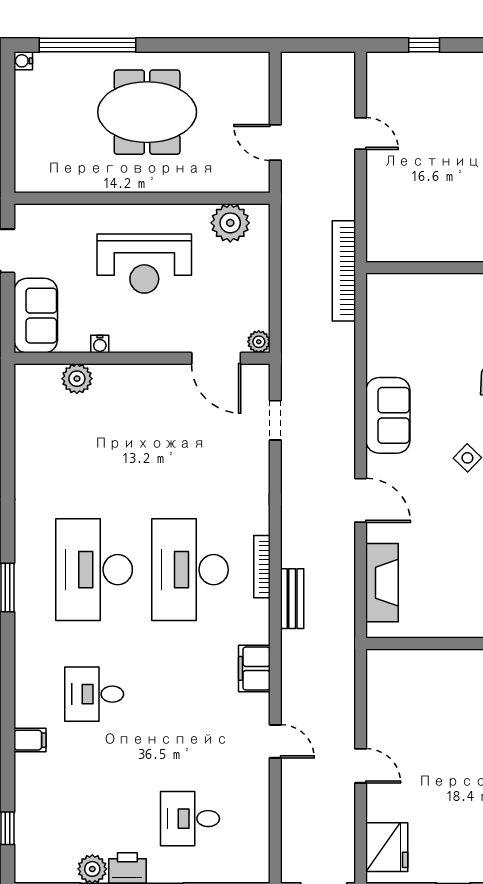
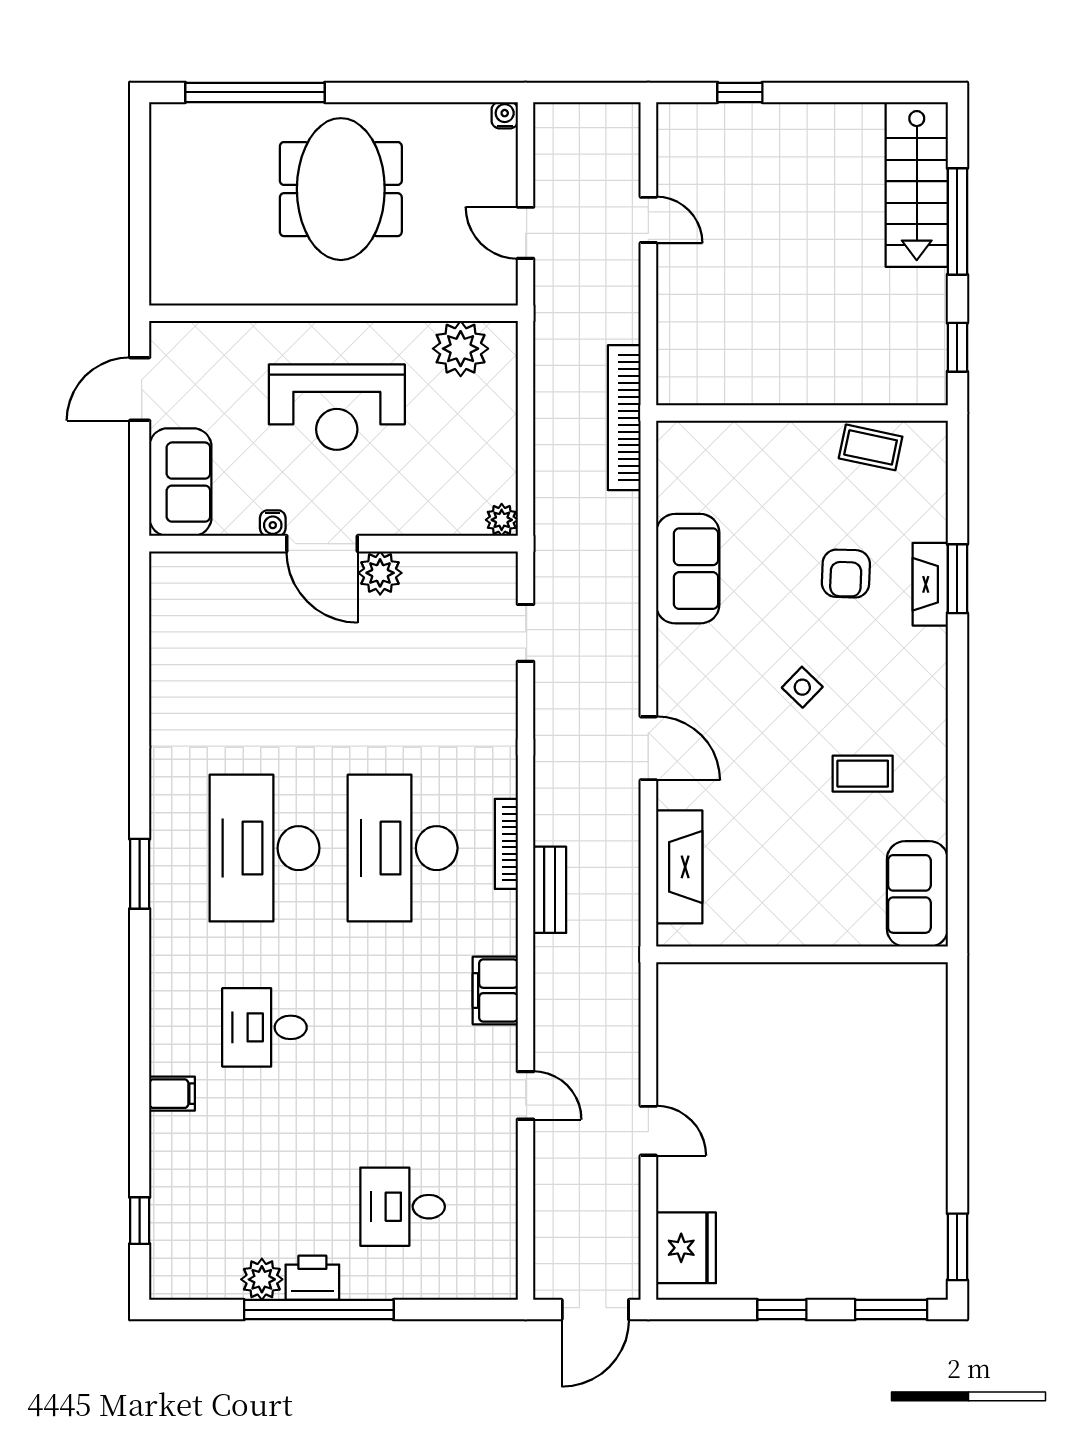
water cooler: (23, 61) -> (505, 115), moved, turned 90
meeting table: (147, 112) -> (341, 189), turned 90
door: (216, 358) -> (322, 544), moved
plant: (77, 379) -> (380, 573), moved
sofa: (388, 415) -> (688, 569), moved

